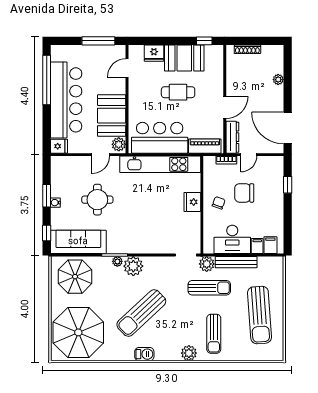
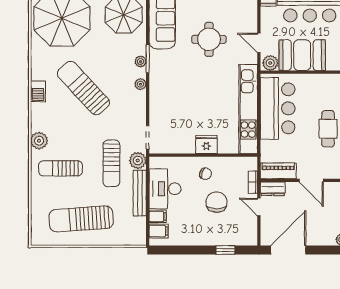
dresser: (232, 137) -> (273, 189), width x0.70
piano: (205, 146) -> (278, 171), moved, turned -90
plant: (133, 266) -> (140, 84), width x0.53, depth x0.53

